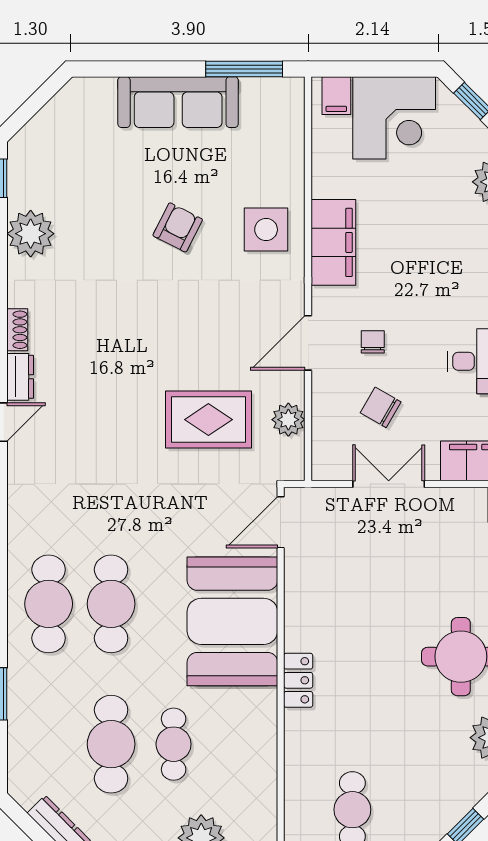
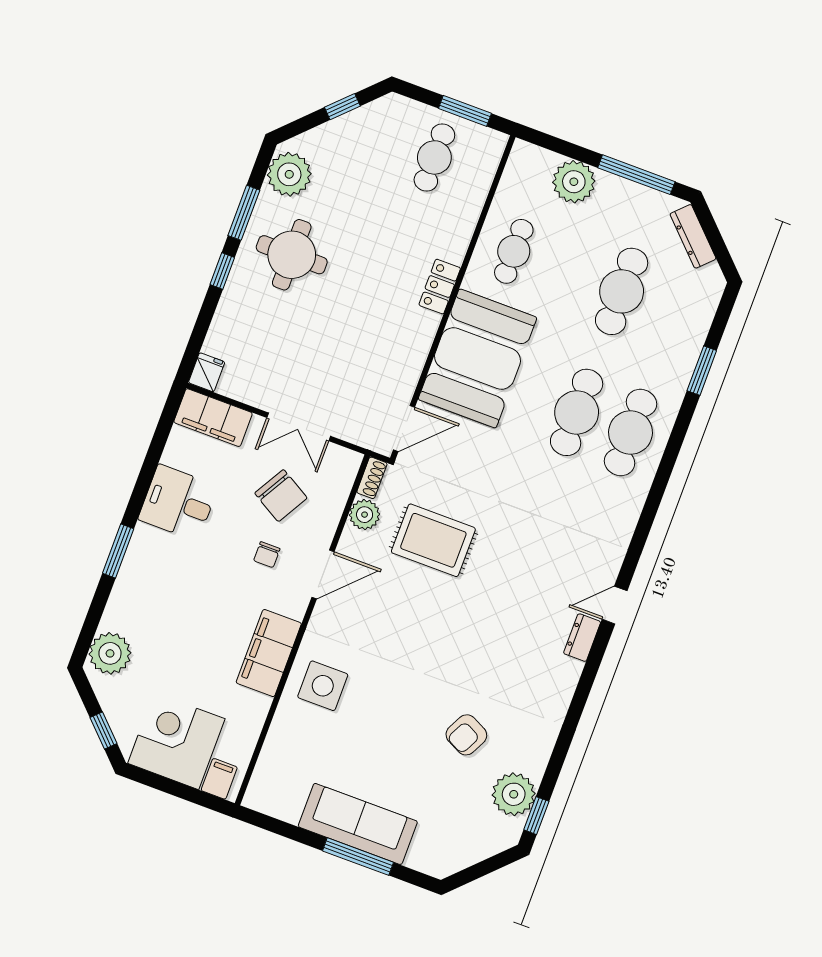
window: (244, 69) -> (358, 857), moved
armchair: (178, 227) -> (466, 735), moved
plant: (31, 234) -> (514, 794), moved
shoe rack: (17, 330) -> (372, 478), moved, turned 180
chair: (381, 407) -> (281, 496), width x1.37, depth x1.37
cafe table: (174, 744) -> (514, 251), moved

